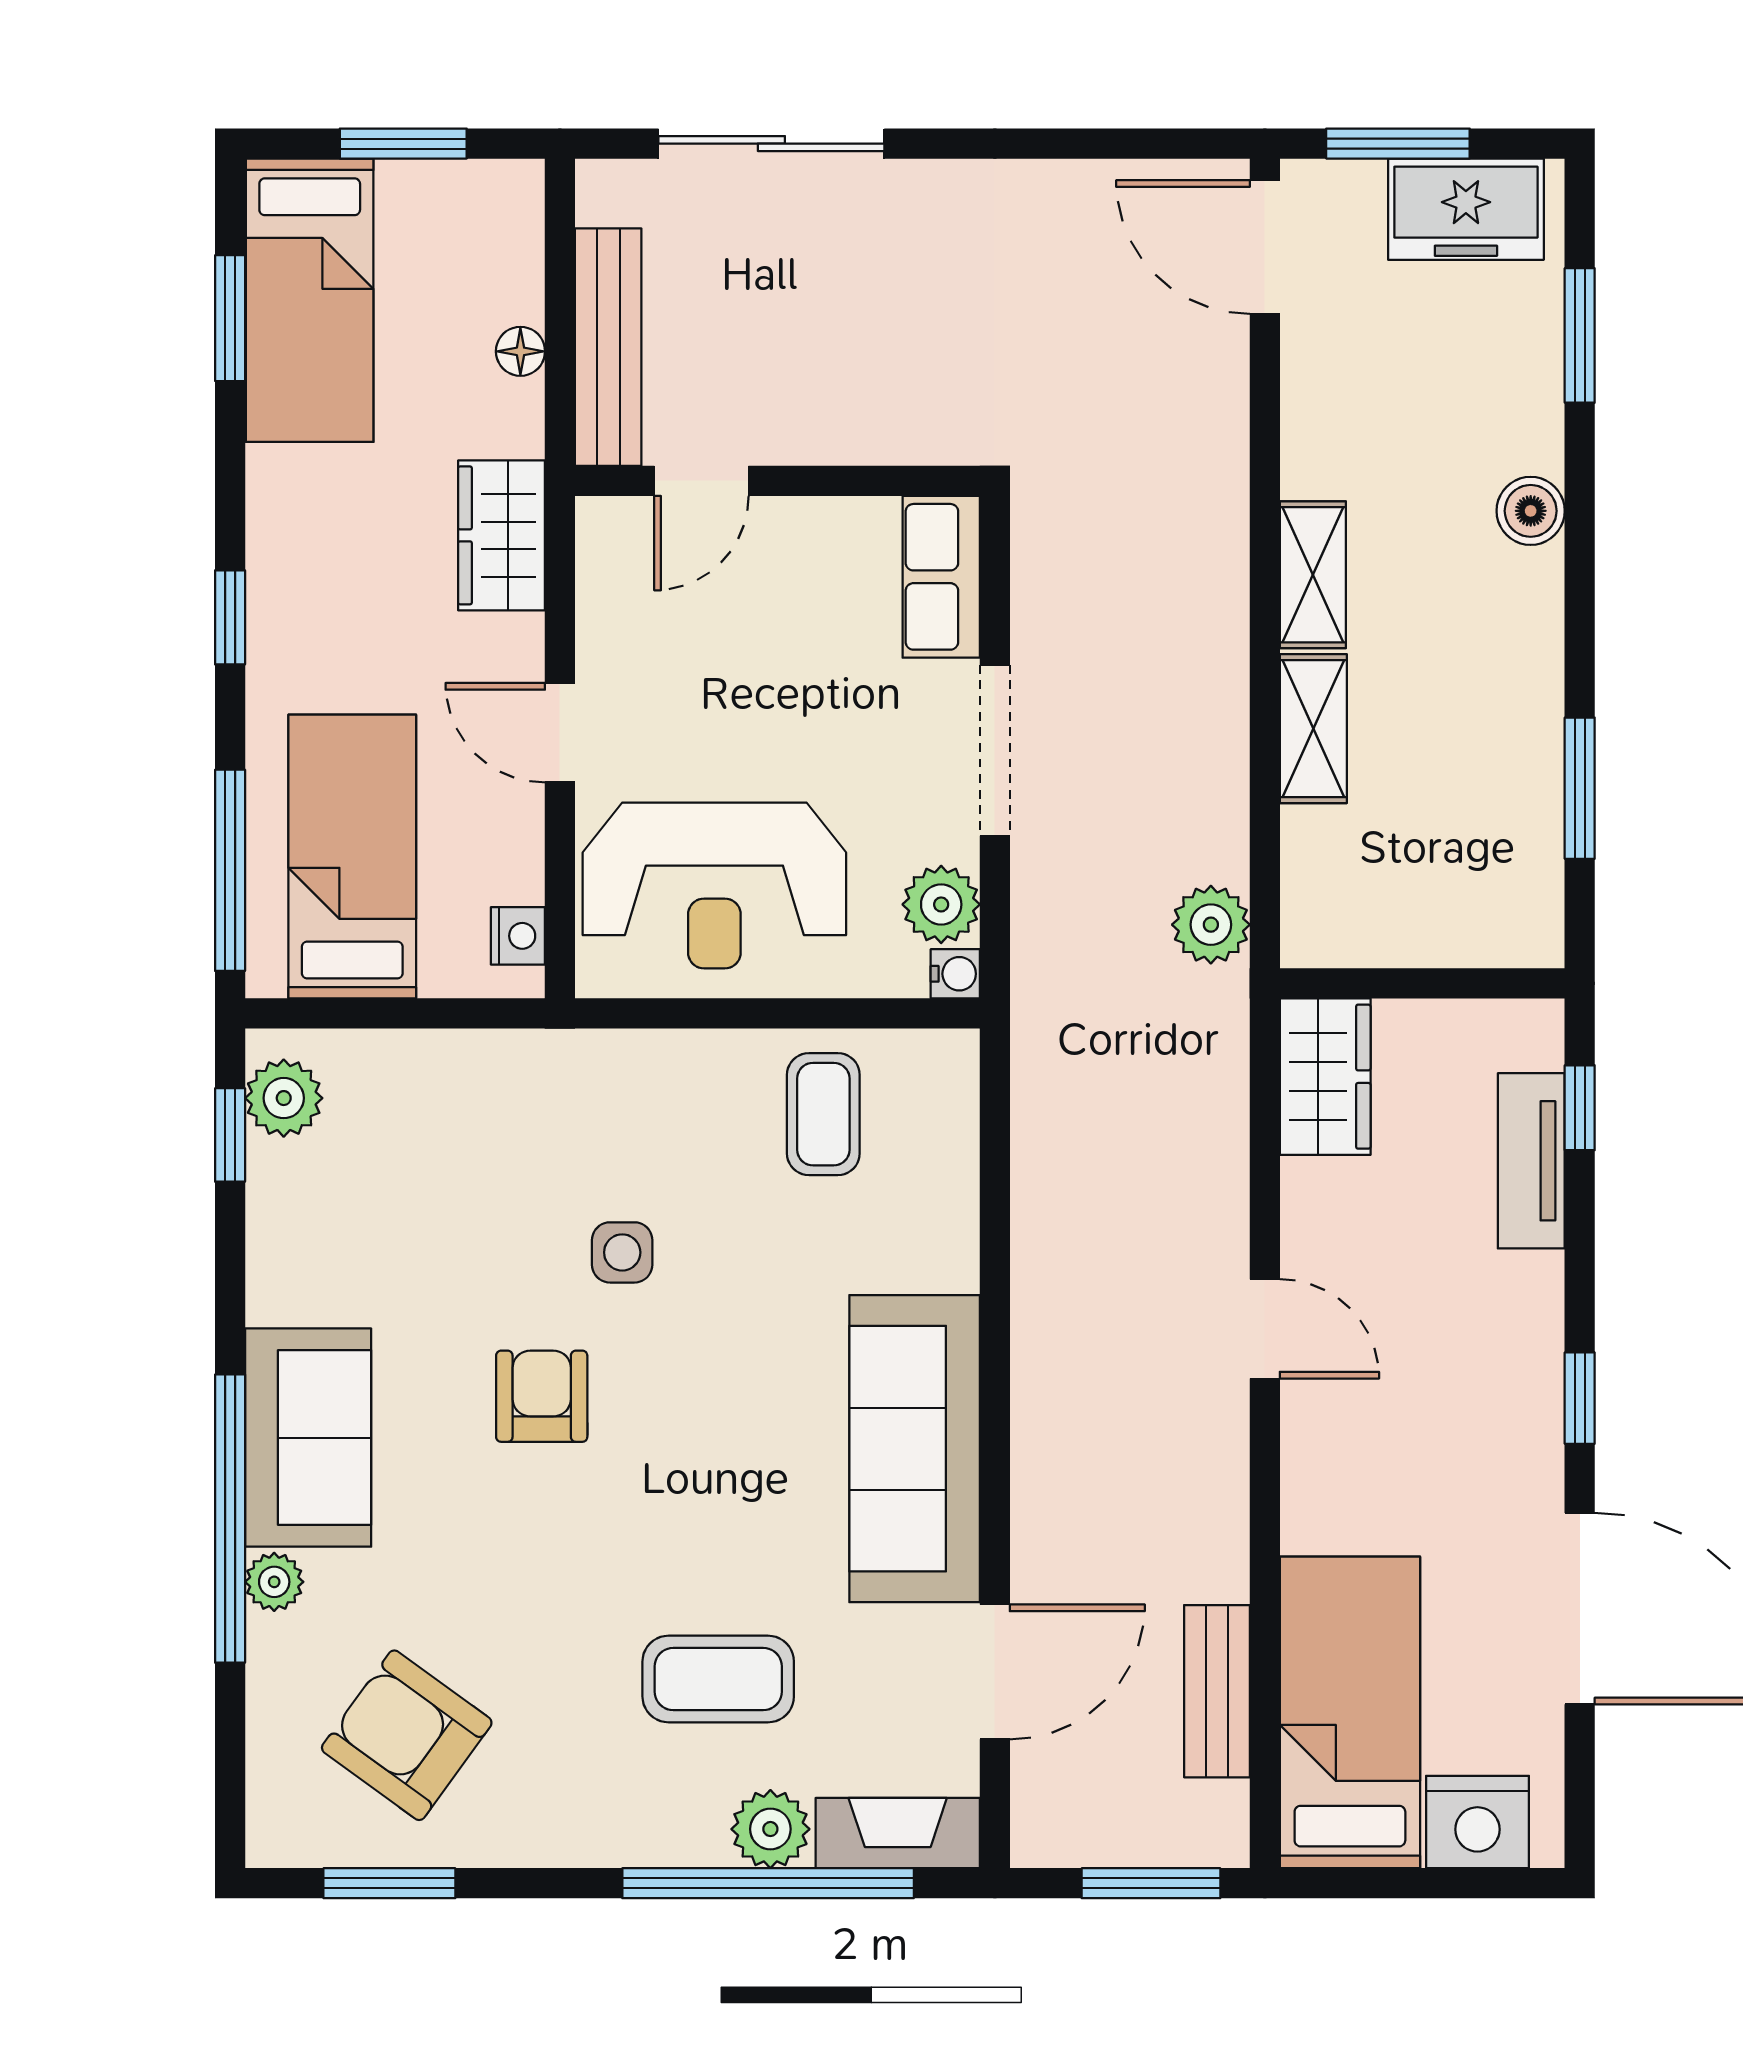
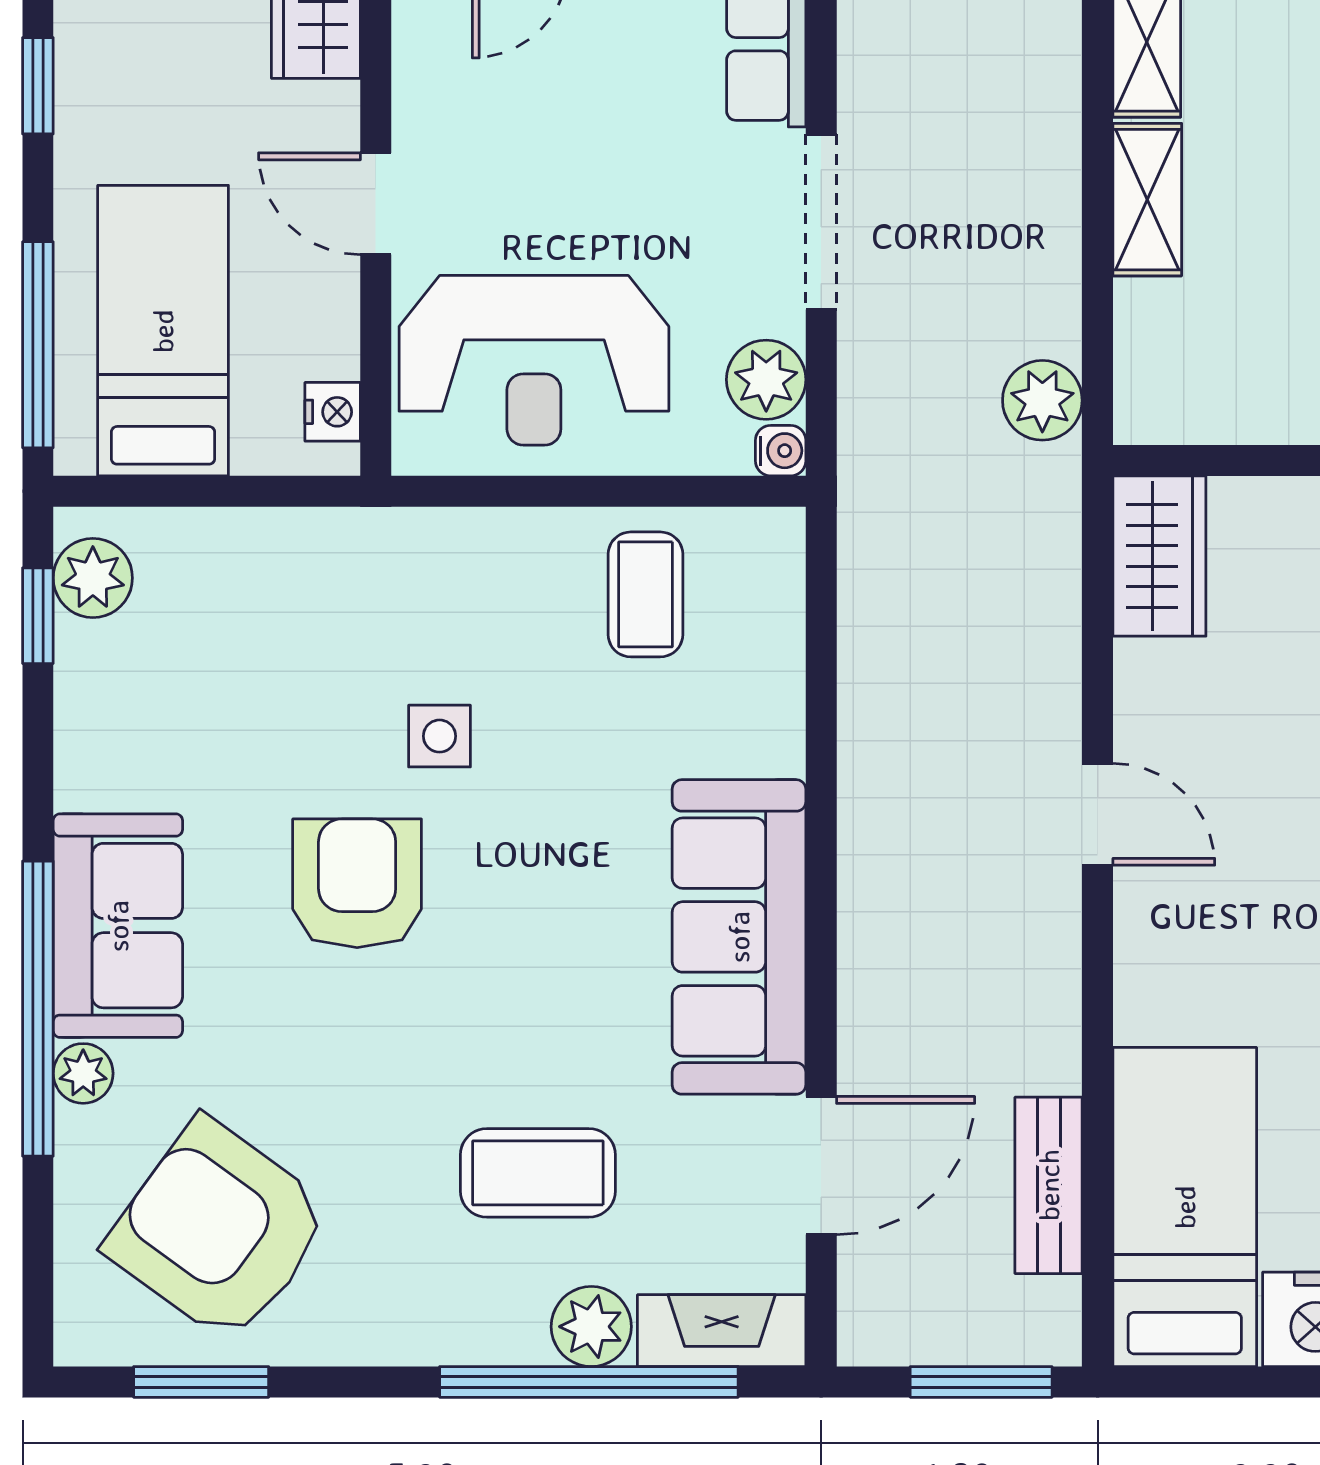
armchair: (542, 1396) -> (357, 883), width x1.38, depth x1.38
armchair: (407, 1735) -> (219, 1230), width x1.36, depth x1.36

